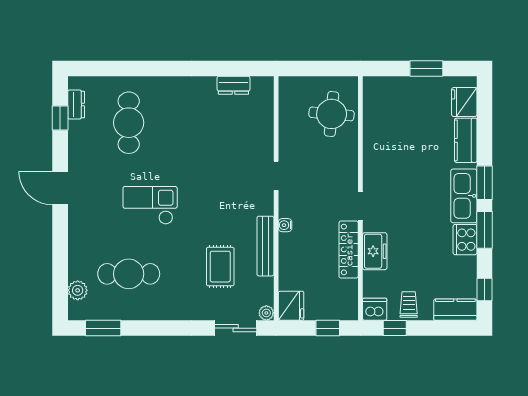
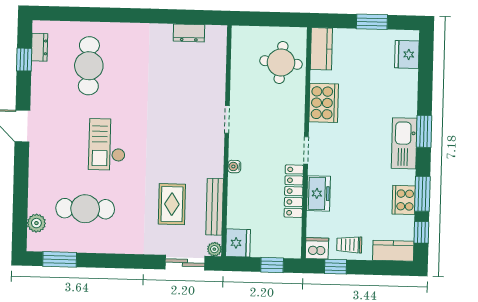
kitchen counter: (466, 140) -> (321, 49), moved, turned 180
cooker: (378, 155) -> (324, 103), added
checkout: (150, 205) -> (107, 144), turned -90
window: (484, 230) -> (422, 194), moved
cooker: (465, 240) -> (404, 200), moved
bench: (265, 246) -> (215, 207), moved
trolley: (409, 305) -> (349, 245), turned -90

